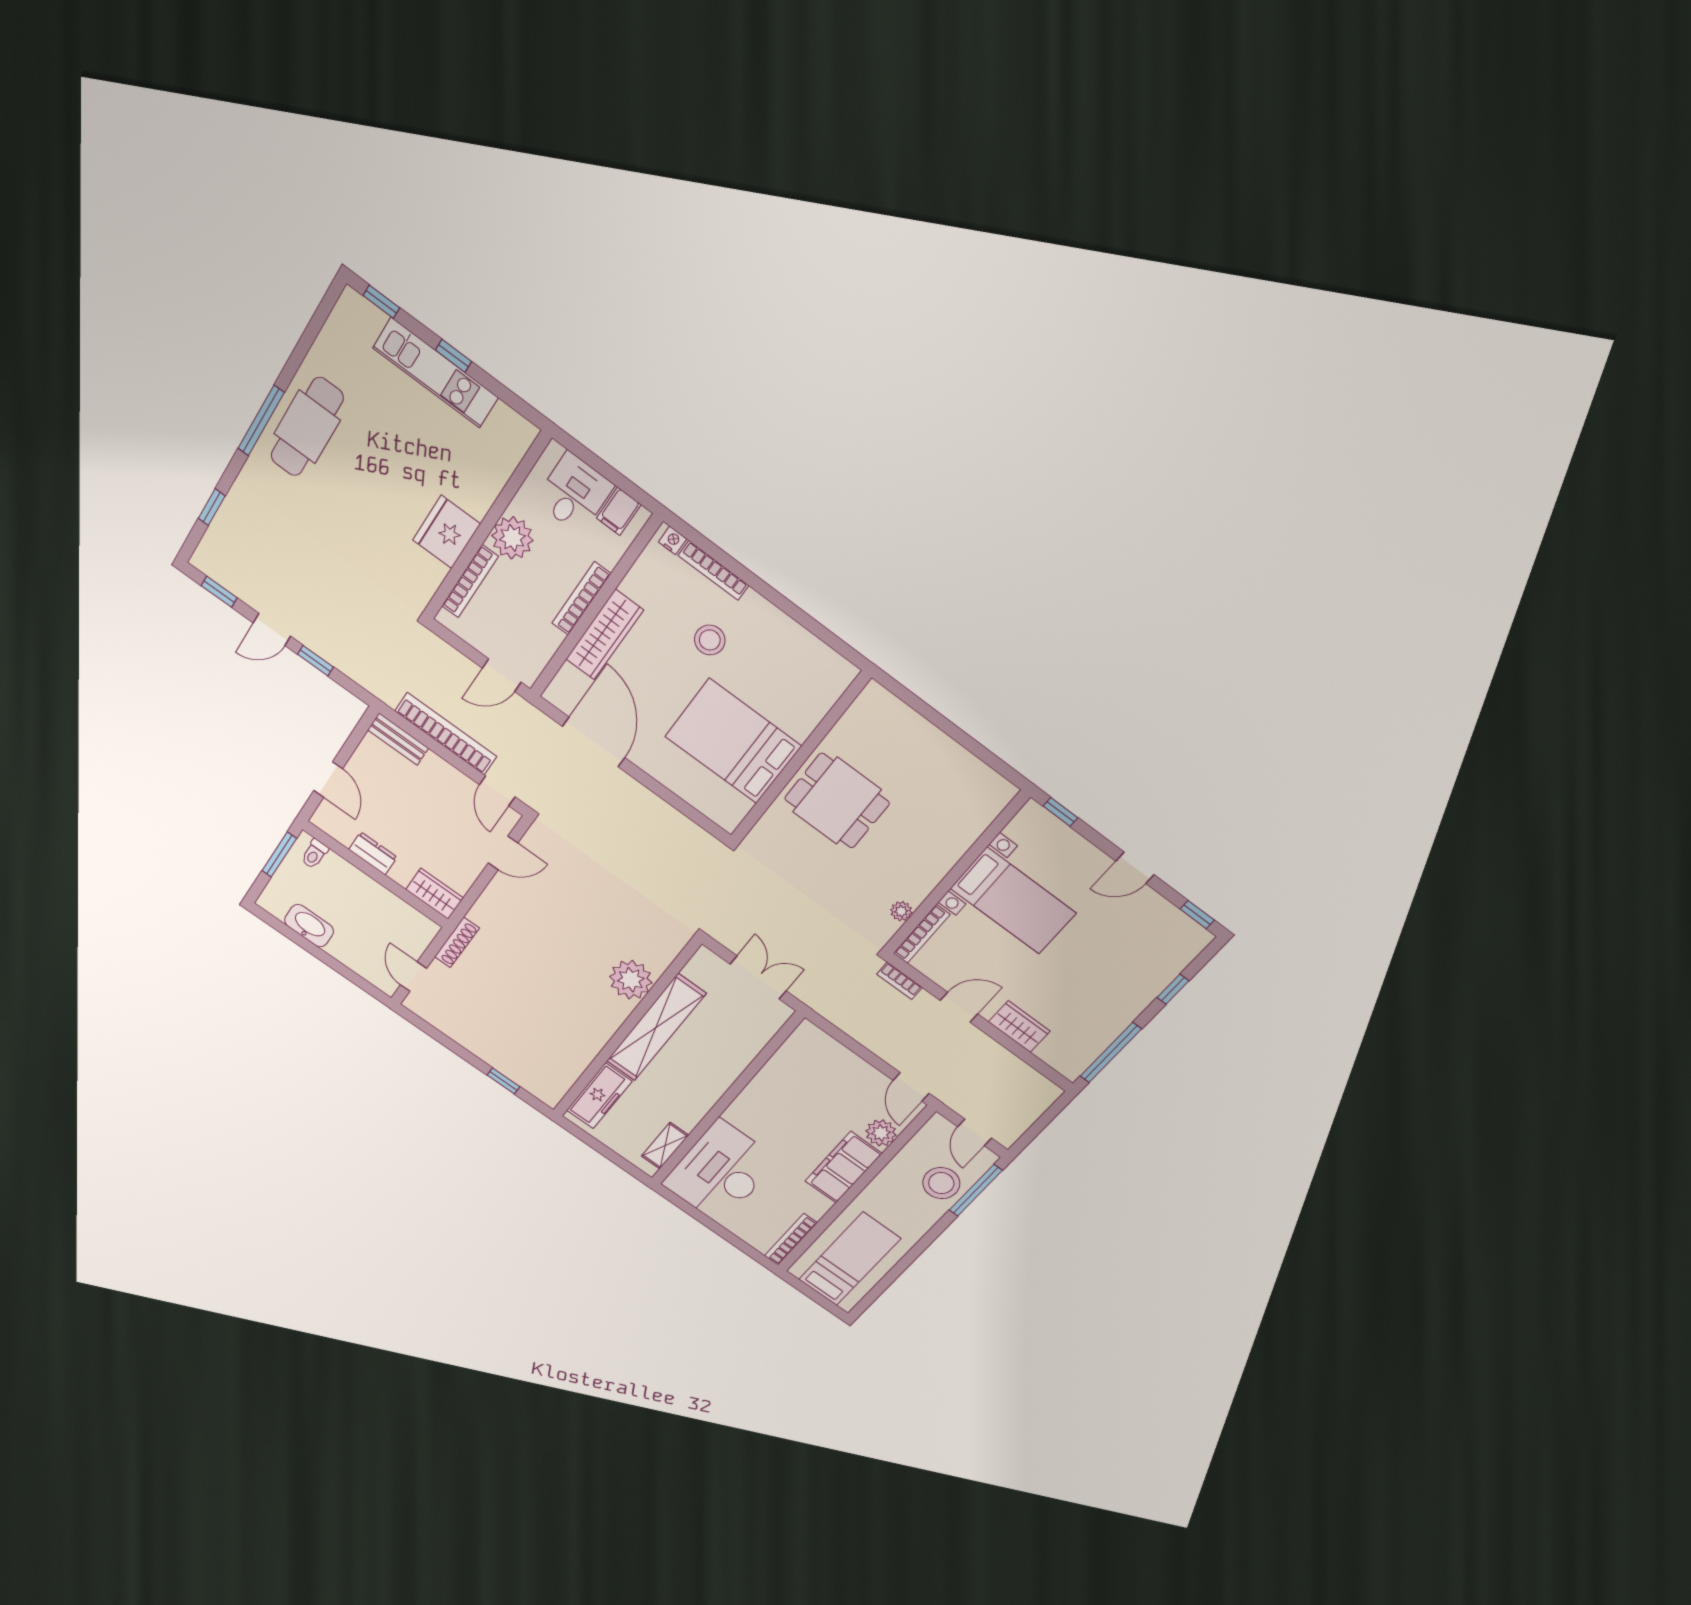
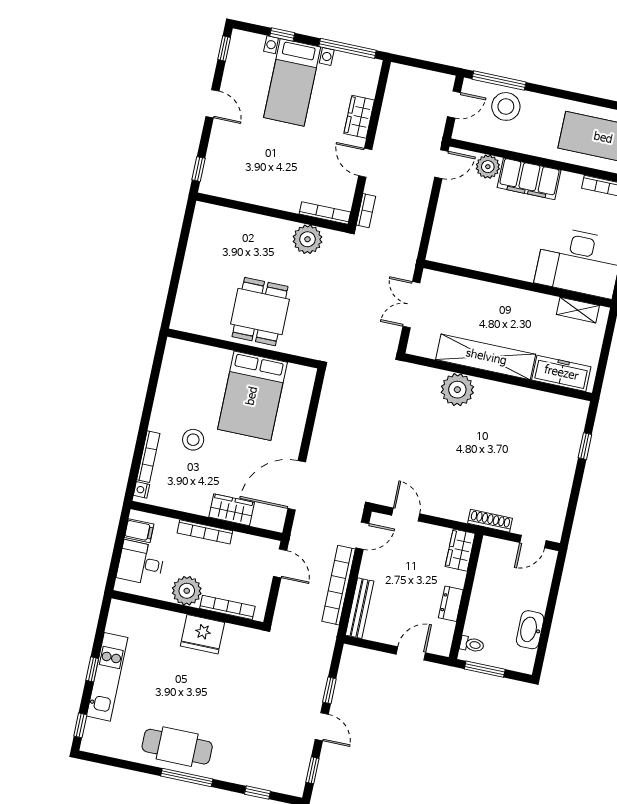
wardrobe: (605, 635) -> (232, 510), width x0.67
bench: (398, 739) -> (360, 608), width x1.36
bed with nightstands: (1013, 901) -> (292, 82), moved, turned 180
plant: (901, 911) -> (307, 239), width x1.88, depth x1.88

